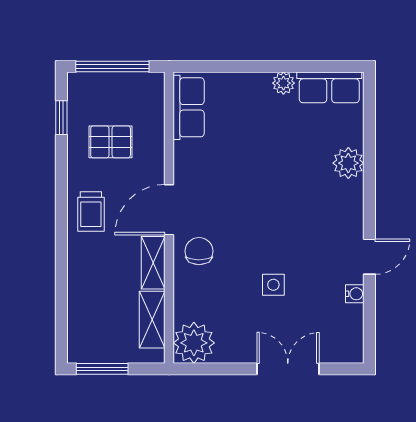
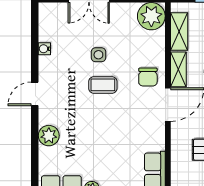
coffee table: (267, 239) -> (103, 85), added
door: (369, 257) -> (35, 94), moved

